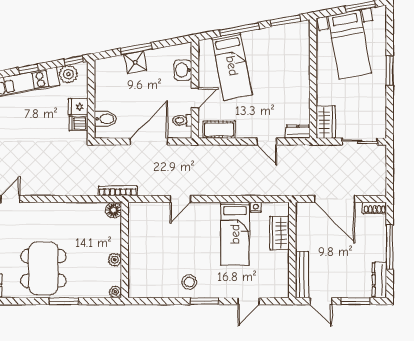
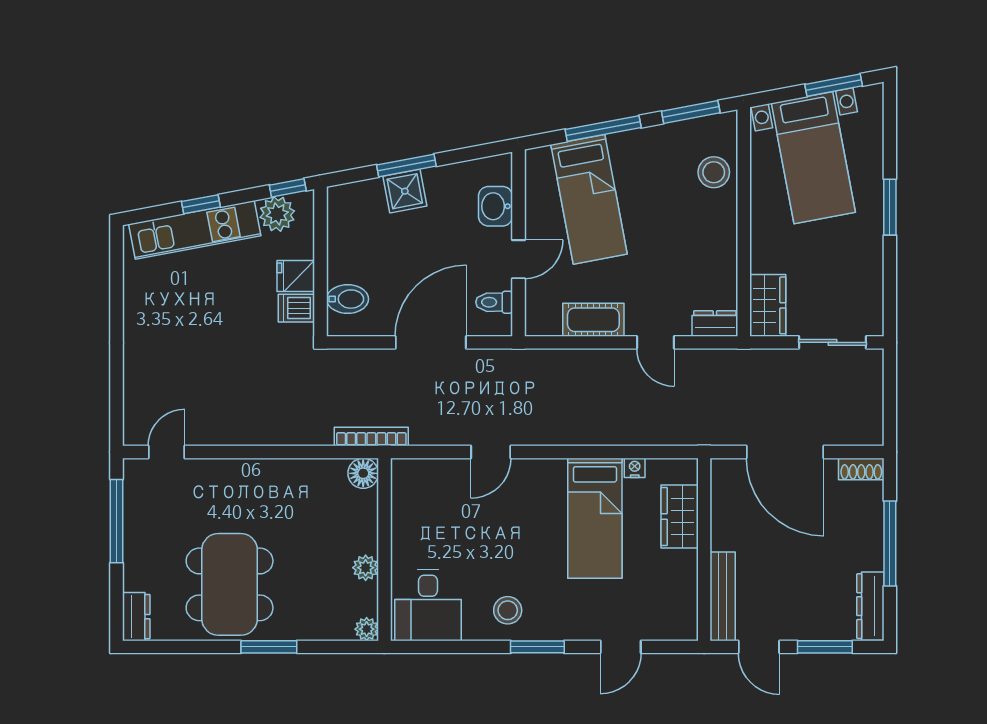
stool: (297, 52) -> (714, 172), added
cot: (219, 130) -> (593, 320), moved
desk: (147, 279) -> (428, 605), added

